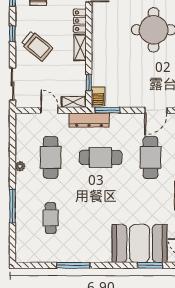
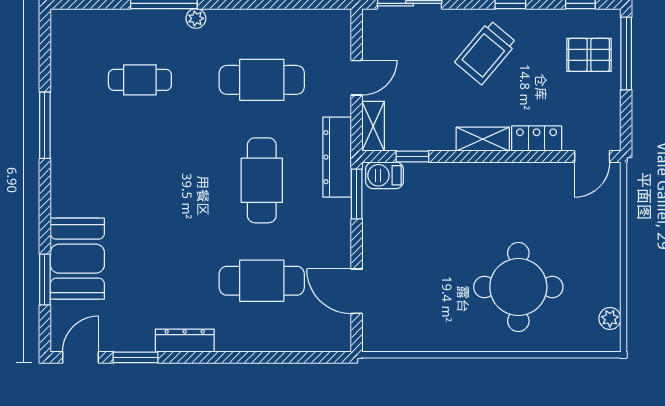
plant: (20, 166) -> (196, 18), moved
booth: (140, 243) -> (77, 259), width x0.73, depth x0.70

